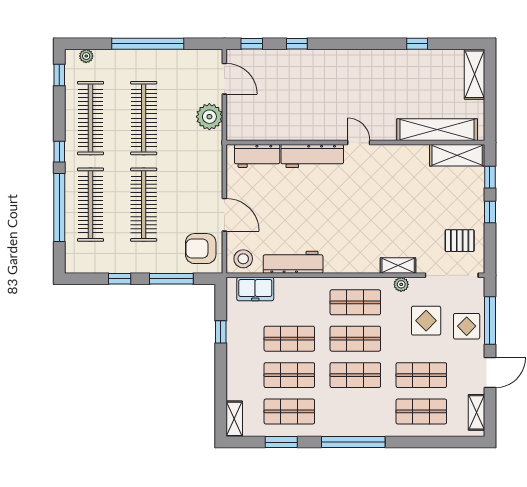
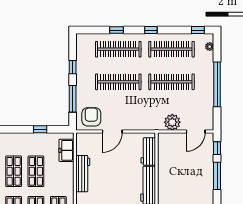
window: (297, 44) -> (217, 176), width x2.17
window: (59, 207) -> (117, 30), width x0.32
stool: (243, 259) -> (85, 143), removed

